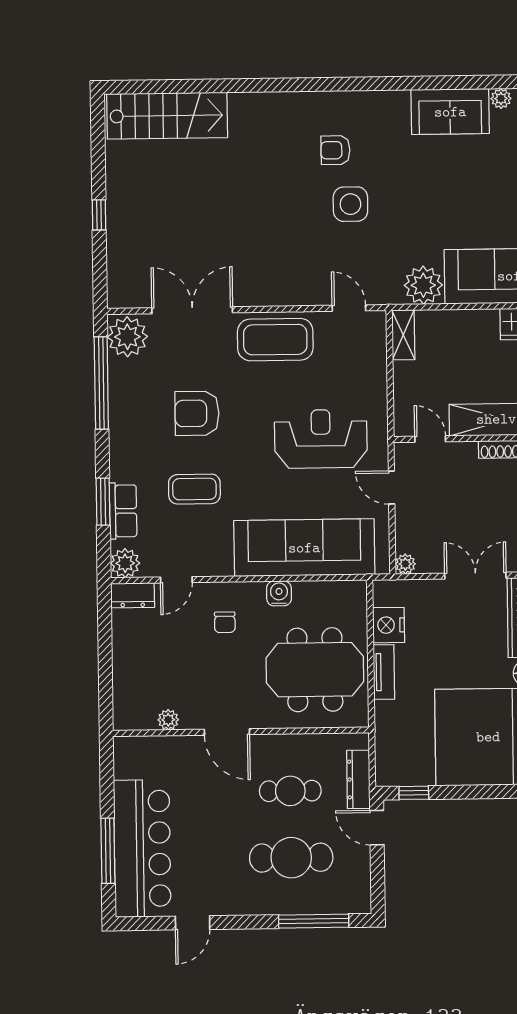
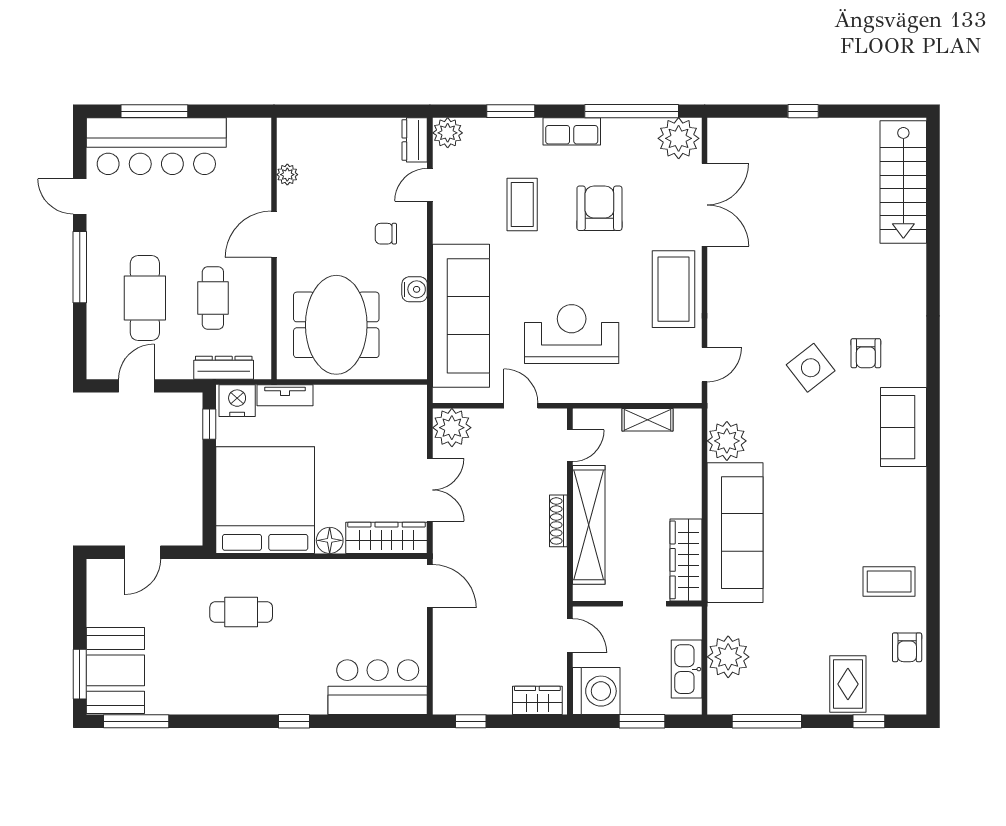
plant: (501, 98) -> (916, 523), removed
sofa: (450, 112) -> (904, 427), moved
armchair: (335, 150) -> (866, 353), turned 180
side table: (350, 204) -> (811, 368), turned -38
shelving: (403, 335) -> (648, 420), moved
reception desk: (321, 439) -> (572, 334), turned -90
door: (392, 488) -> (521, 406), hinge flipped
row of seats: (123, 511) -> (572, 131), moved
plant: (405, 564) -> (452, 428), width x1.87, depth x1.87
door: (176, 580) -> (430, 185), hinge flipped
nightstand: (389, 625) -> (237, 401), moved
tv unit: (384, 672) -> (285, 395), moved
door: (377, 828) -> (136, 386), moved
window: (314, 921) -> (80, 267), moved

